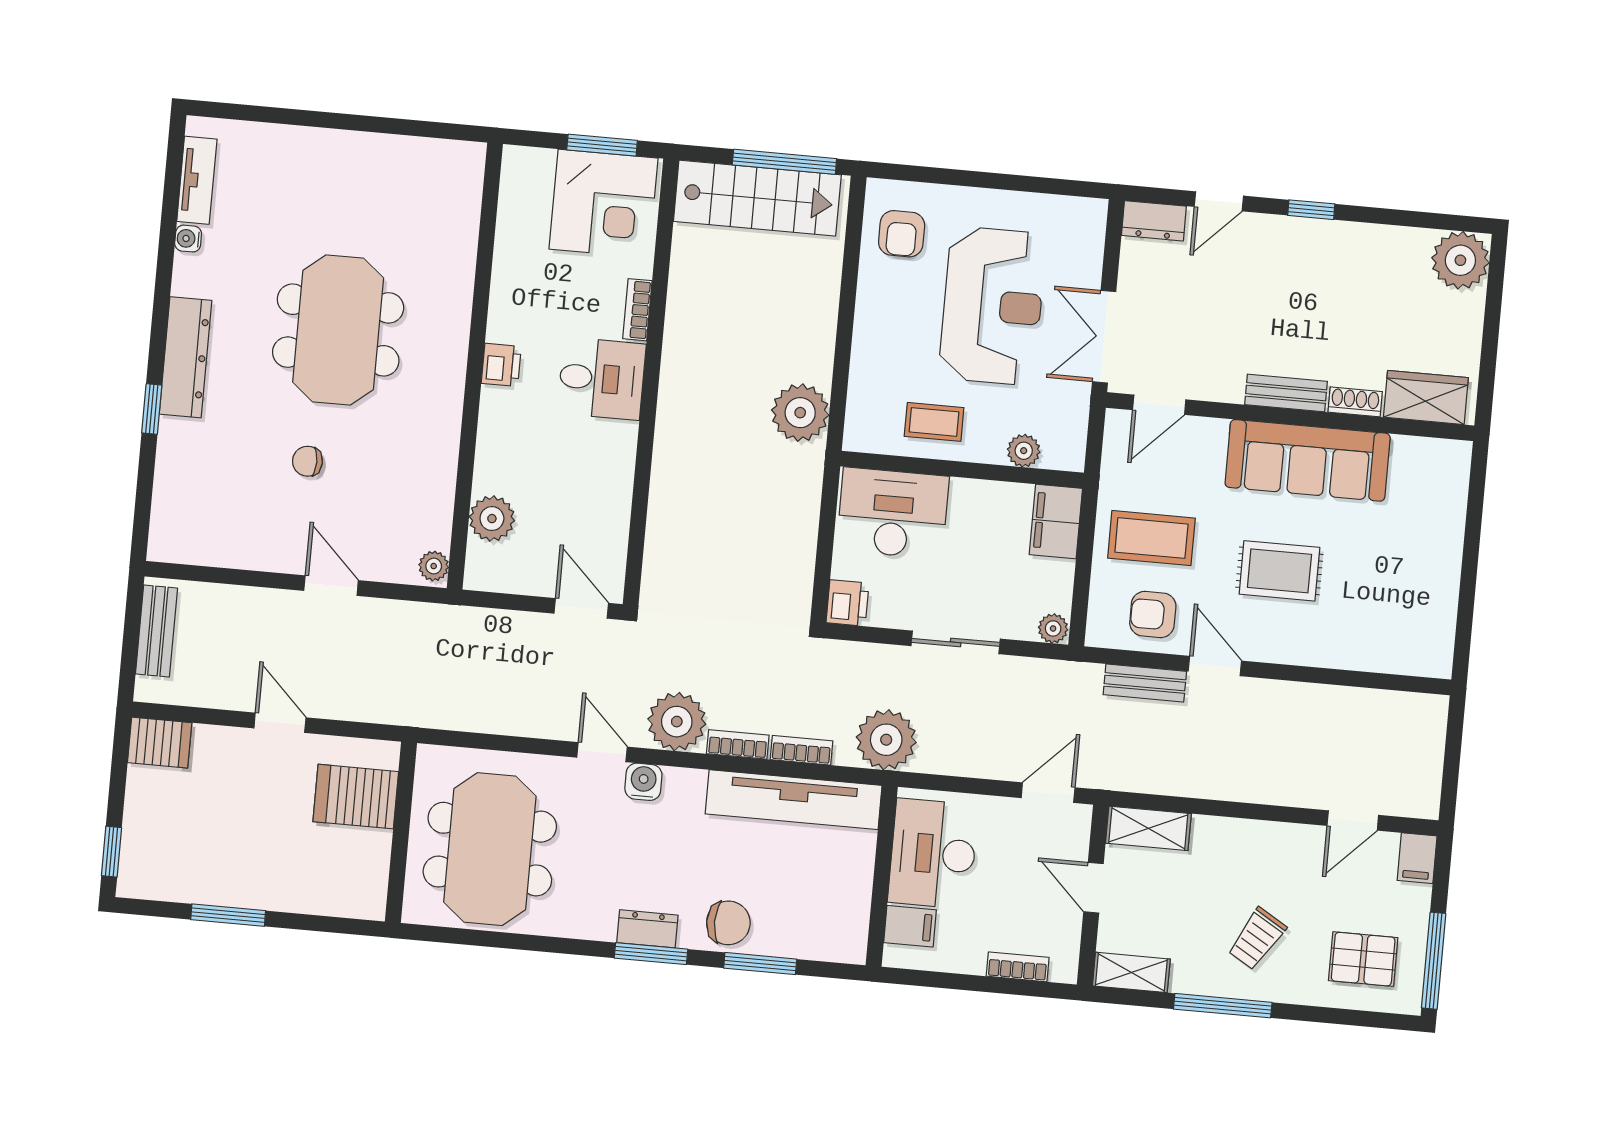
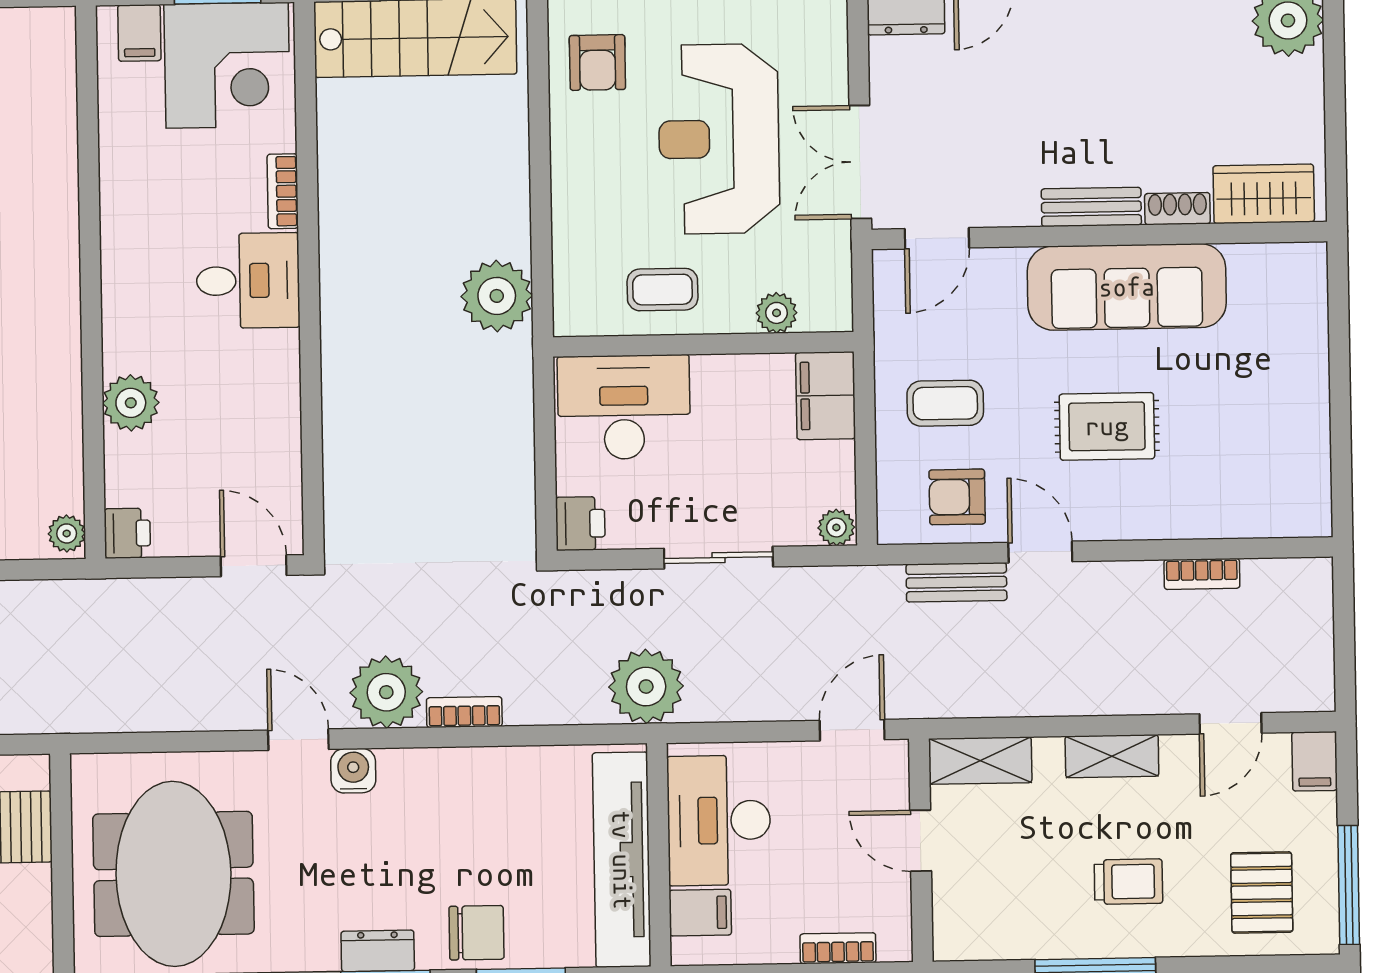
filing cabinet: (536, 170) -> (139, 33), added
reception desk: (993, 306) -> (719, 139), turned 180
printer: (501, 365) -> (127, 533), moved
plant: (492, 519) -> (131, 403), moved
coffee table: (1151, 538) -> (945, 403), width x0.73, depth x0.77
bookcase: (801, 750) -> (1202, 574), moved, turned 180
tv unit: (794, 800) -> (622, 860), moved, turned 90
trolley: (1257, 939) -> (1128, 882), turned -121
pallet: (1363, 959) -> (1262, 892), turned 90
shelving: (1131, 972) -> (1112, 756), moved

